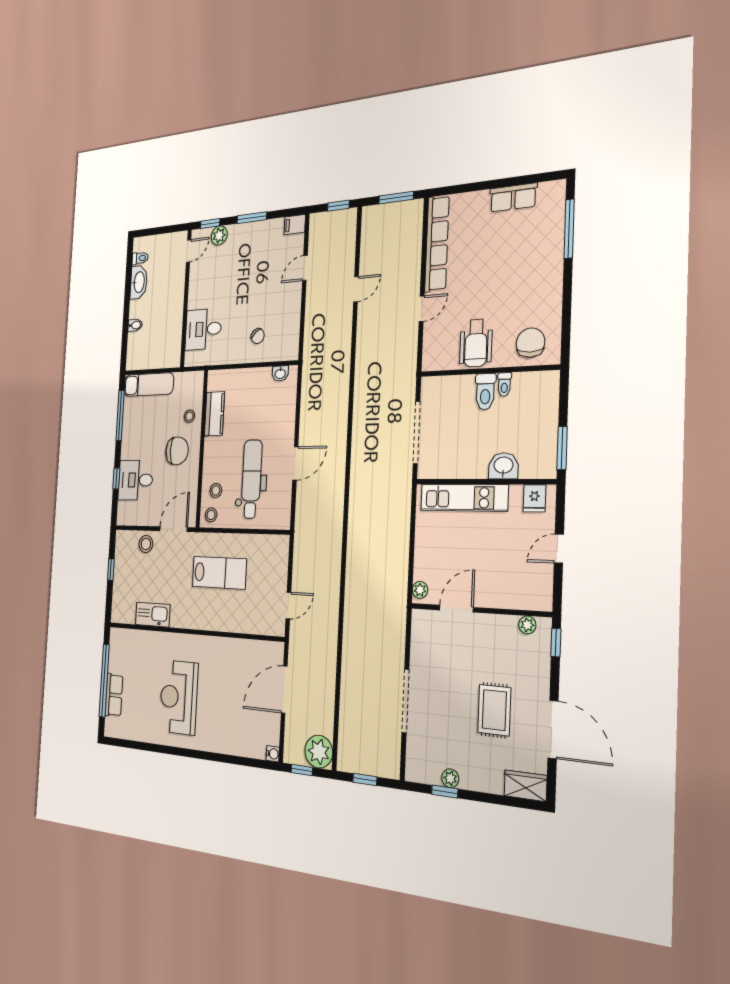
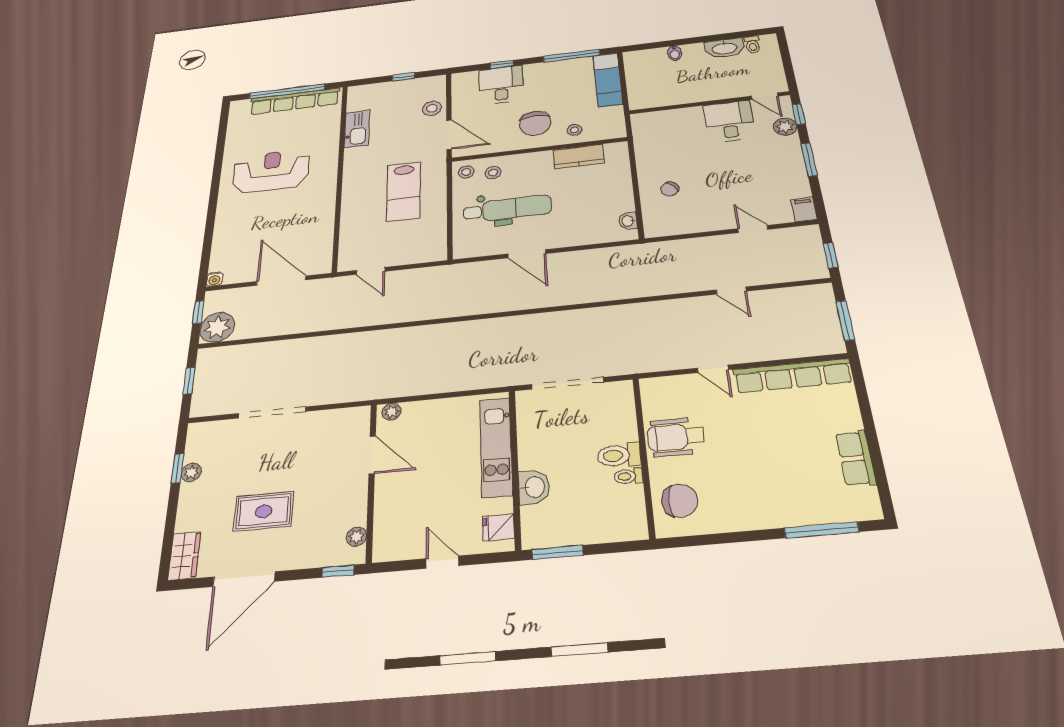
desk: (203, 329) -> (729, 121), moved
row of seats: (114, 695) -> (295, 101), width x2.02

